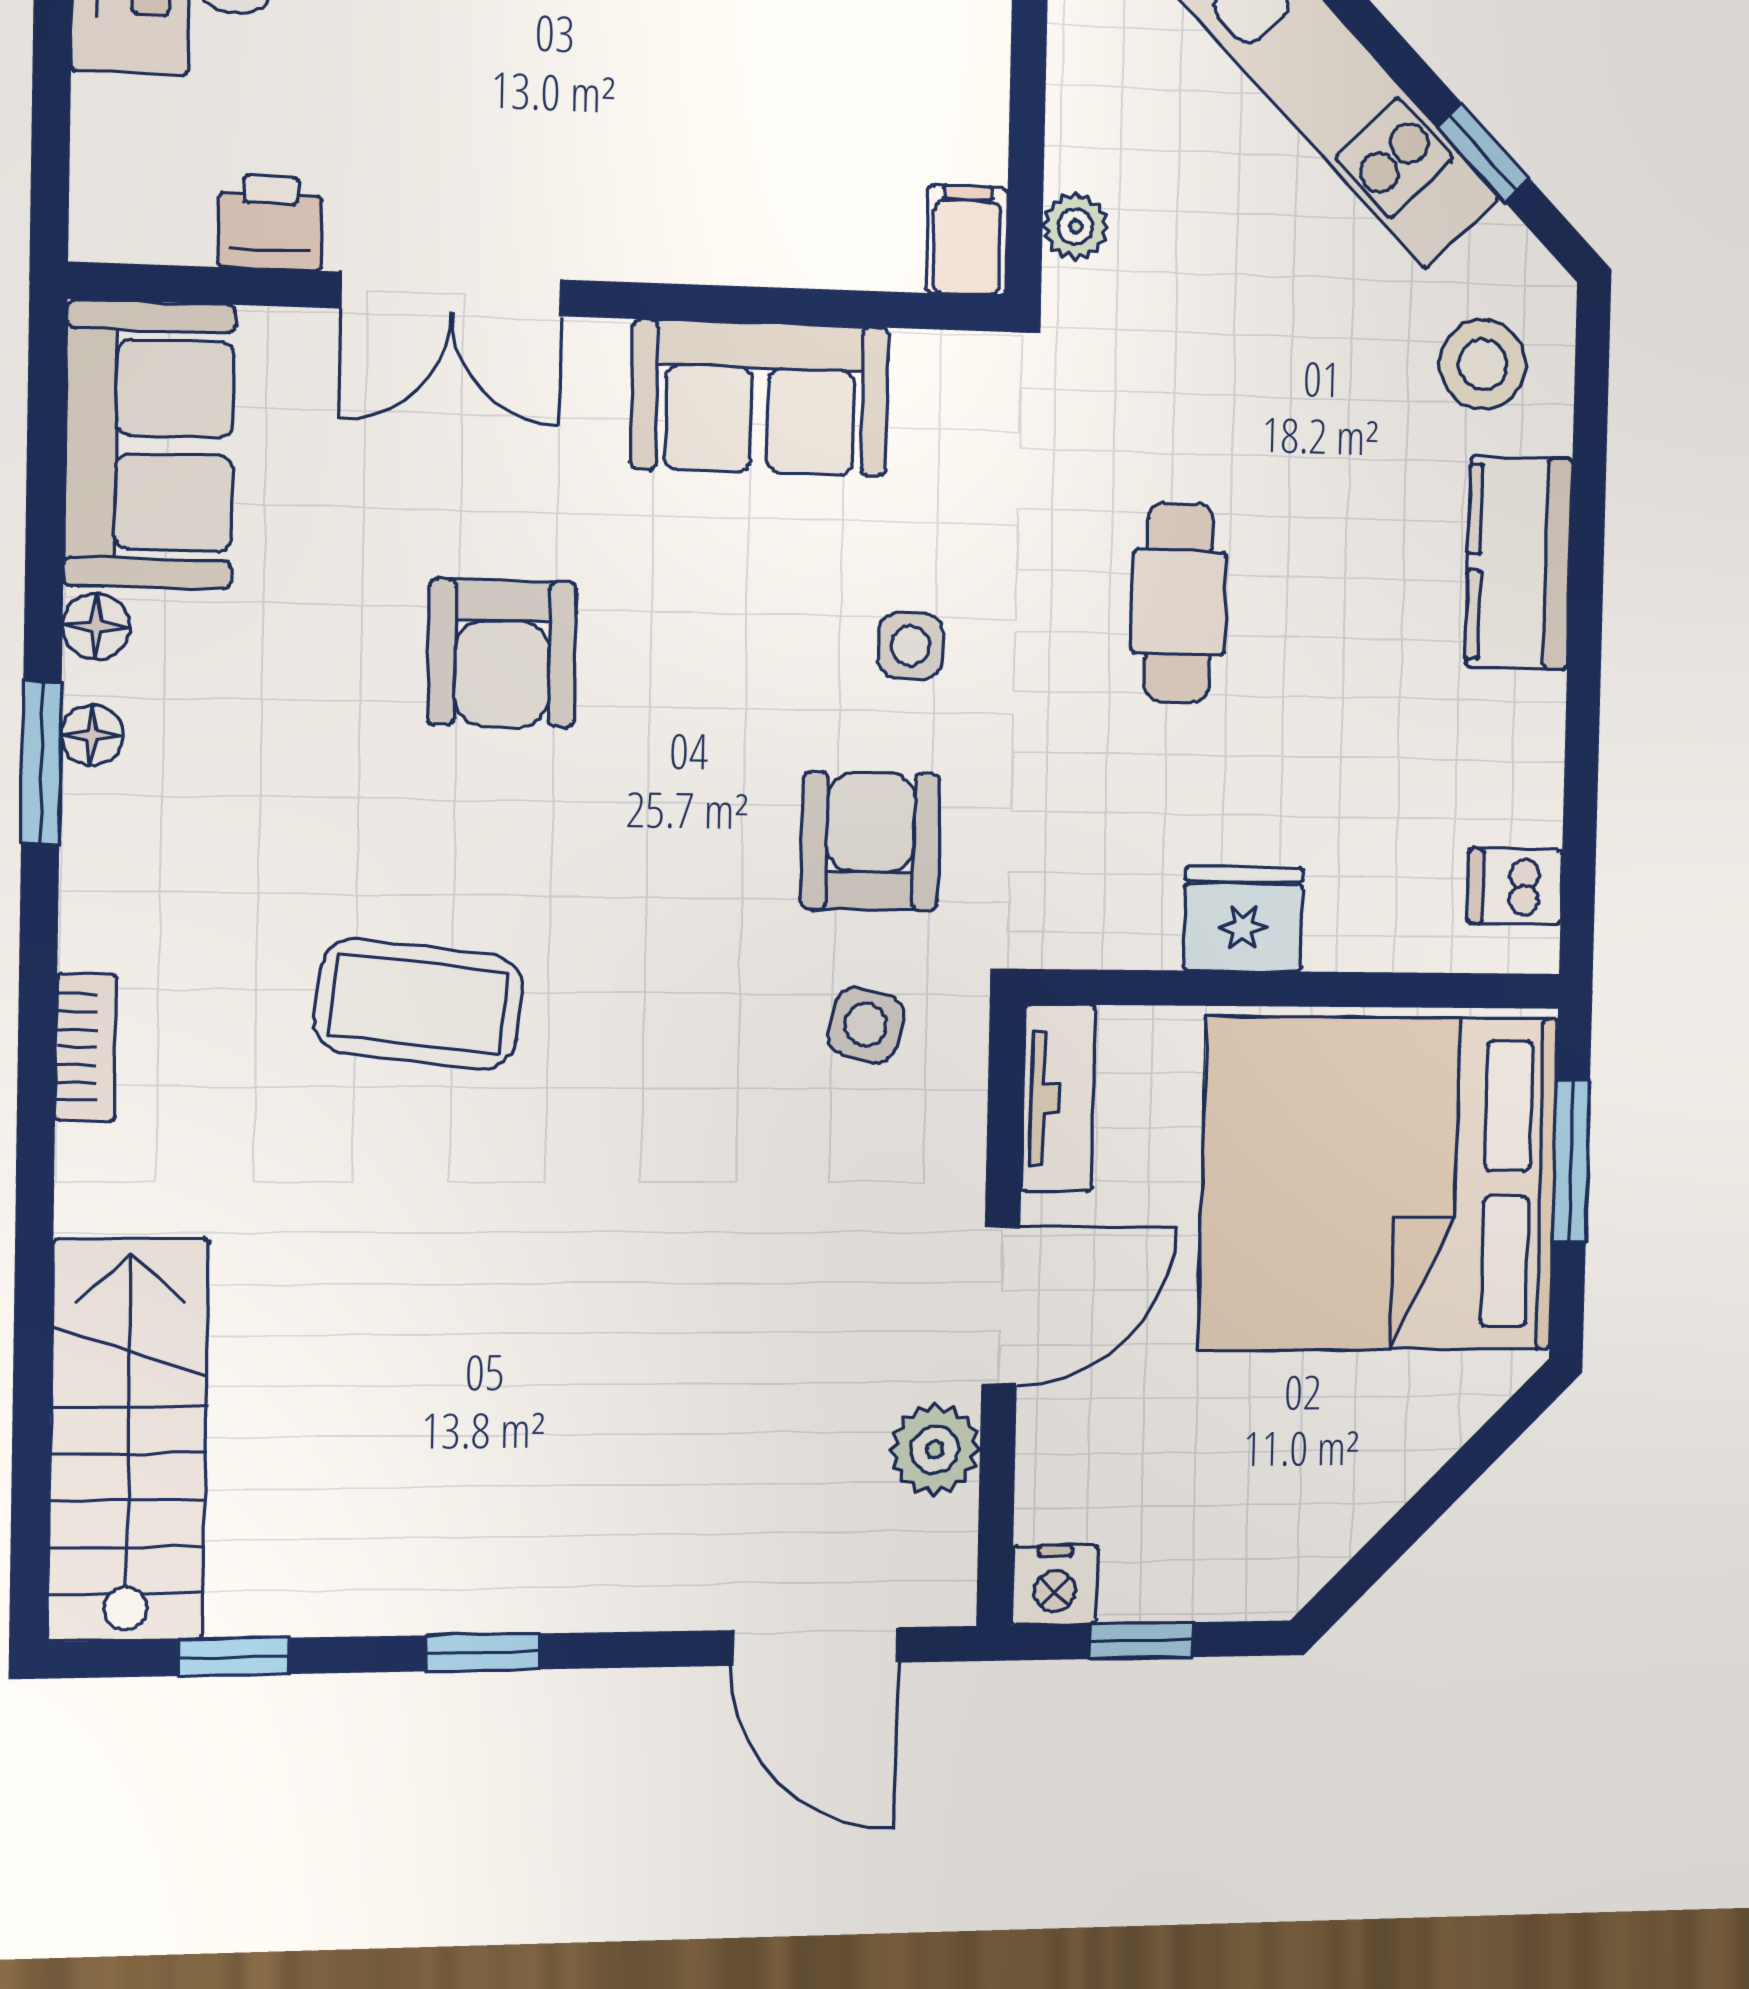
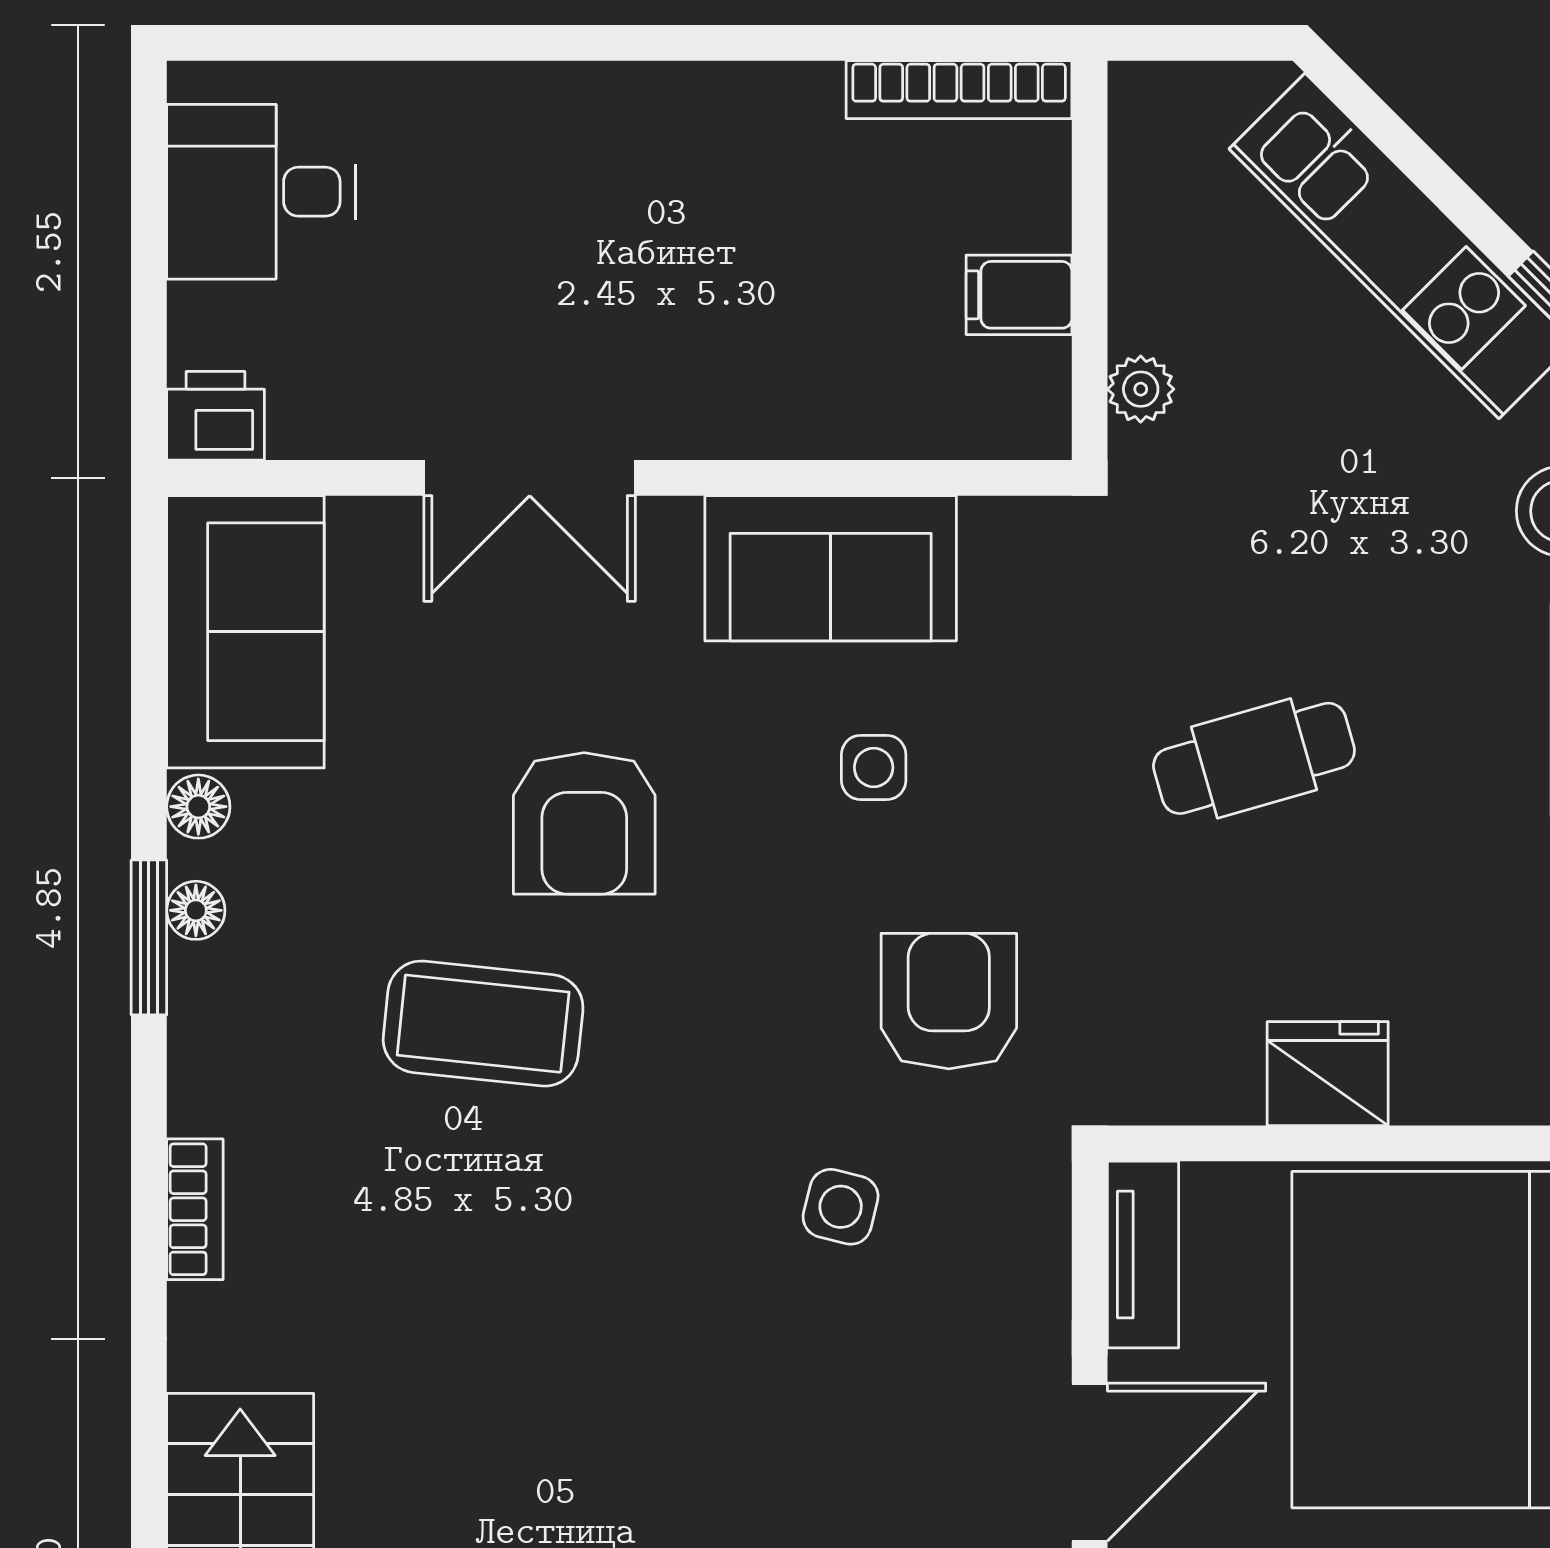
printer: (270, 222) -> (216, 416), moved
filing cabinet: (967, 241) -> (1019, 295), moved, turned -90
cafe table: (1179, 603) -> (1254, 758), turned 74
side table: (911, 646) -> (874, 767), moved
coffee table: (419, 1004) -> (483, 1024), moved
side table: (866, 1025) -> (841, 1207), moved

